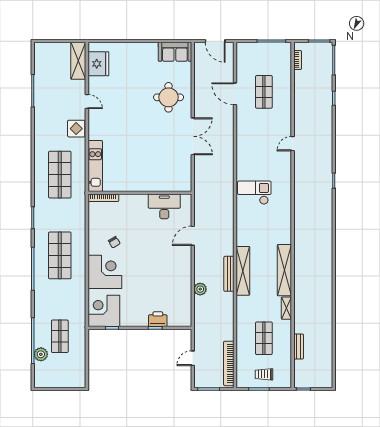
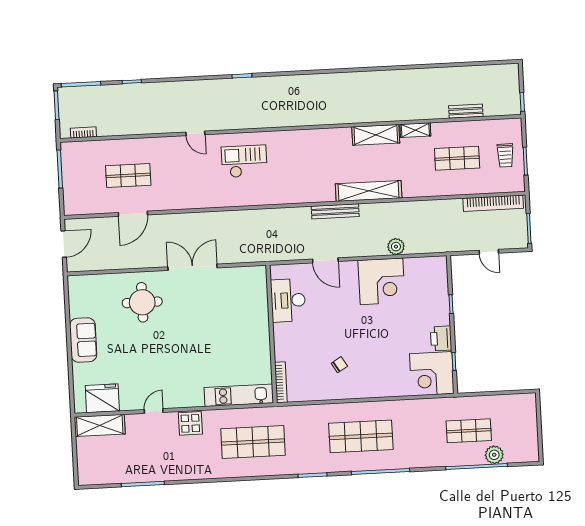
sofa: (175, 52) -> (83, 340), moved
checkout: (254, 193) -> (244, 161), moved, turned 90
shelving: (284, 270) -> (376, 135), width x0.68
corner desk: (105, 272) -> (382, 281), moved, turned 180
bench: (229, 274) -> (335, 211), moved
printer: (158, 319) -> (441, 338), moved

